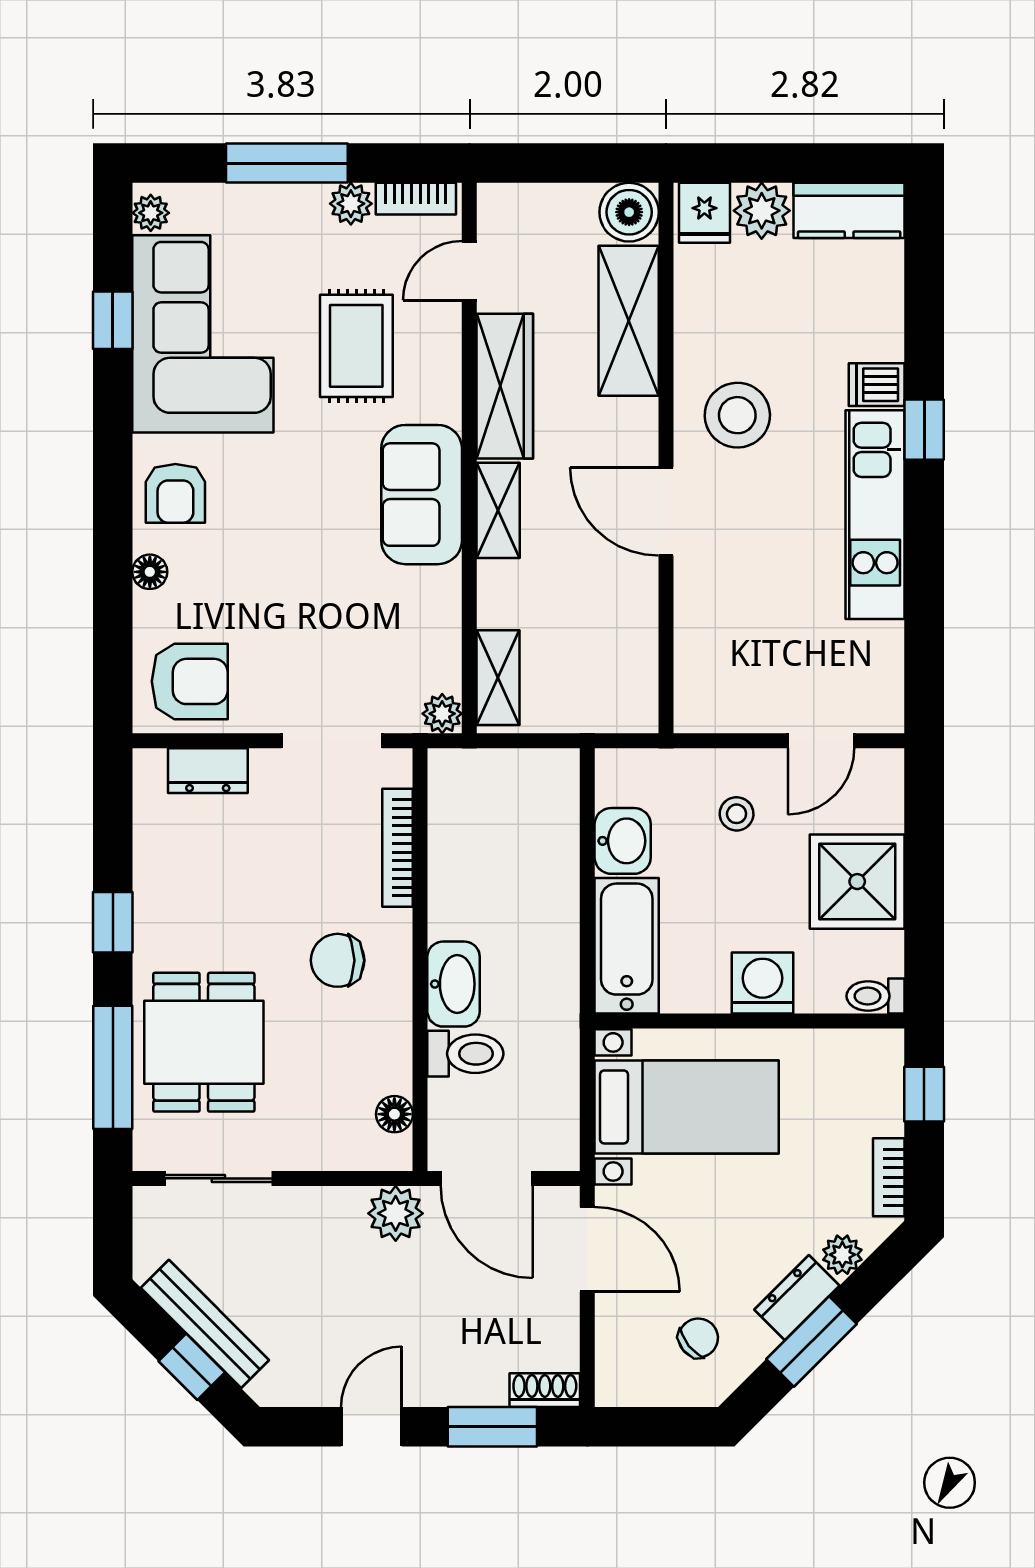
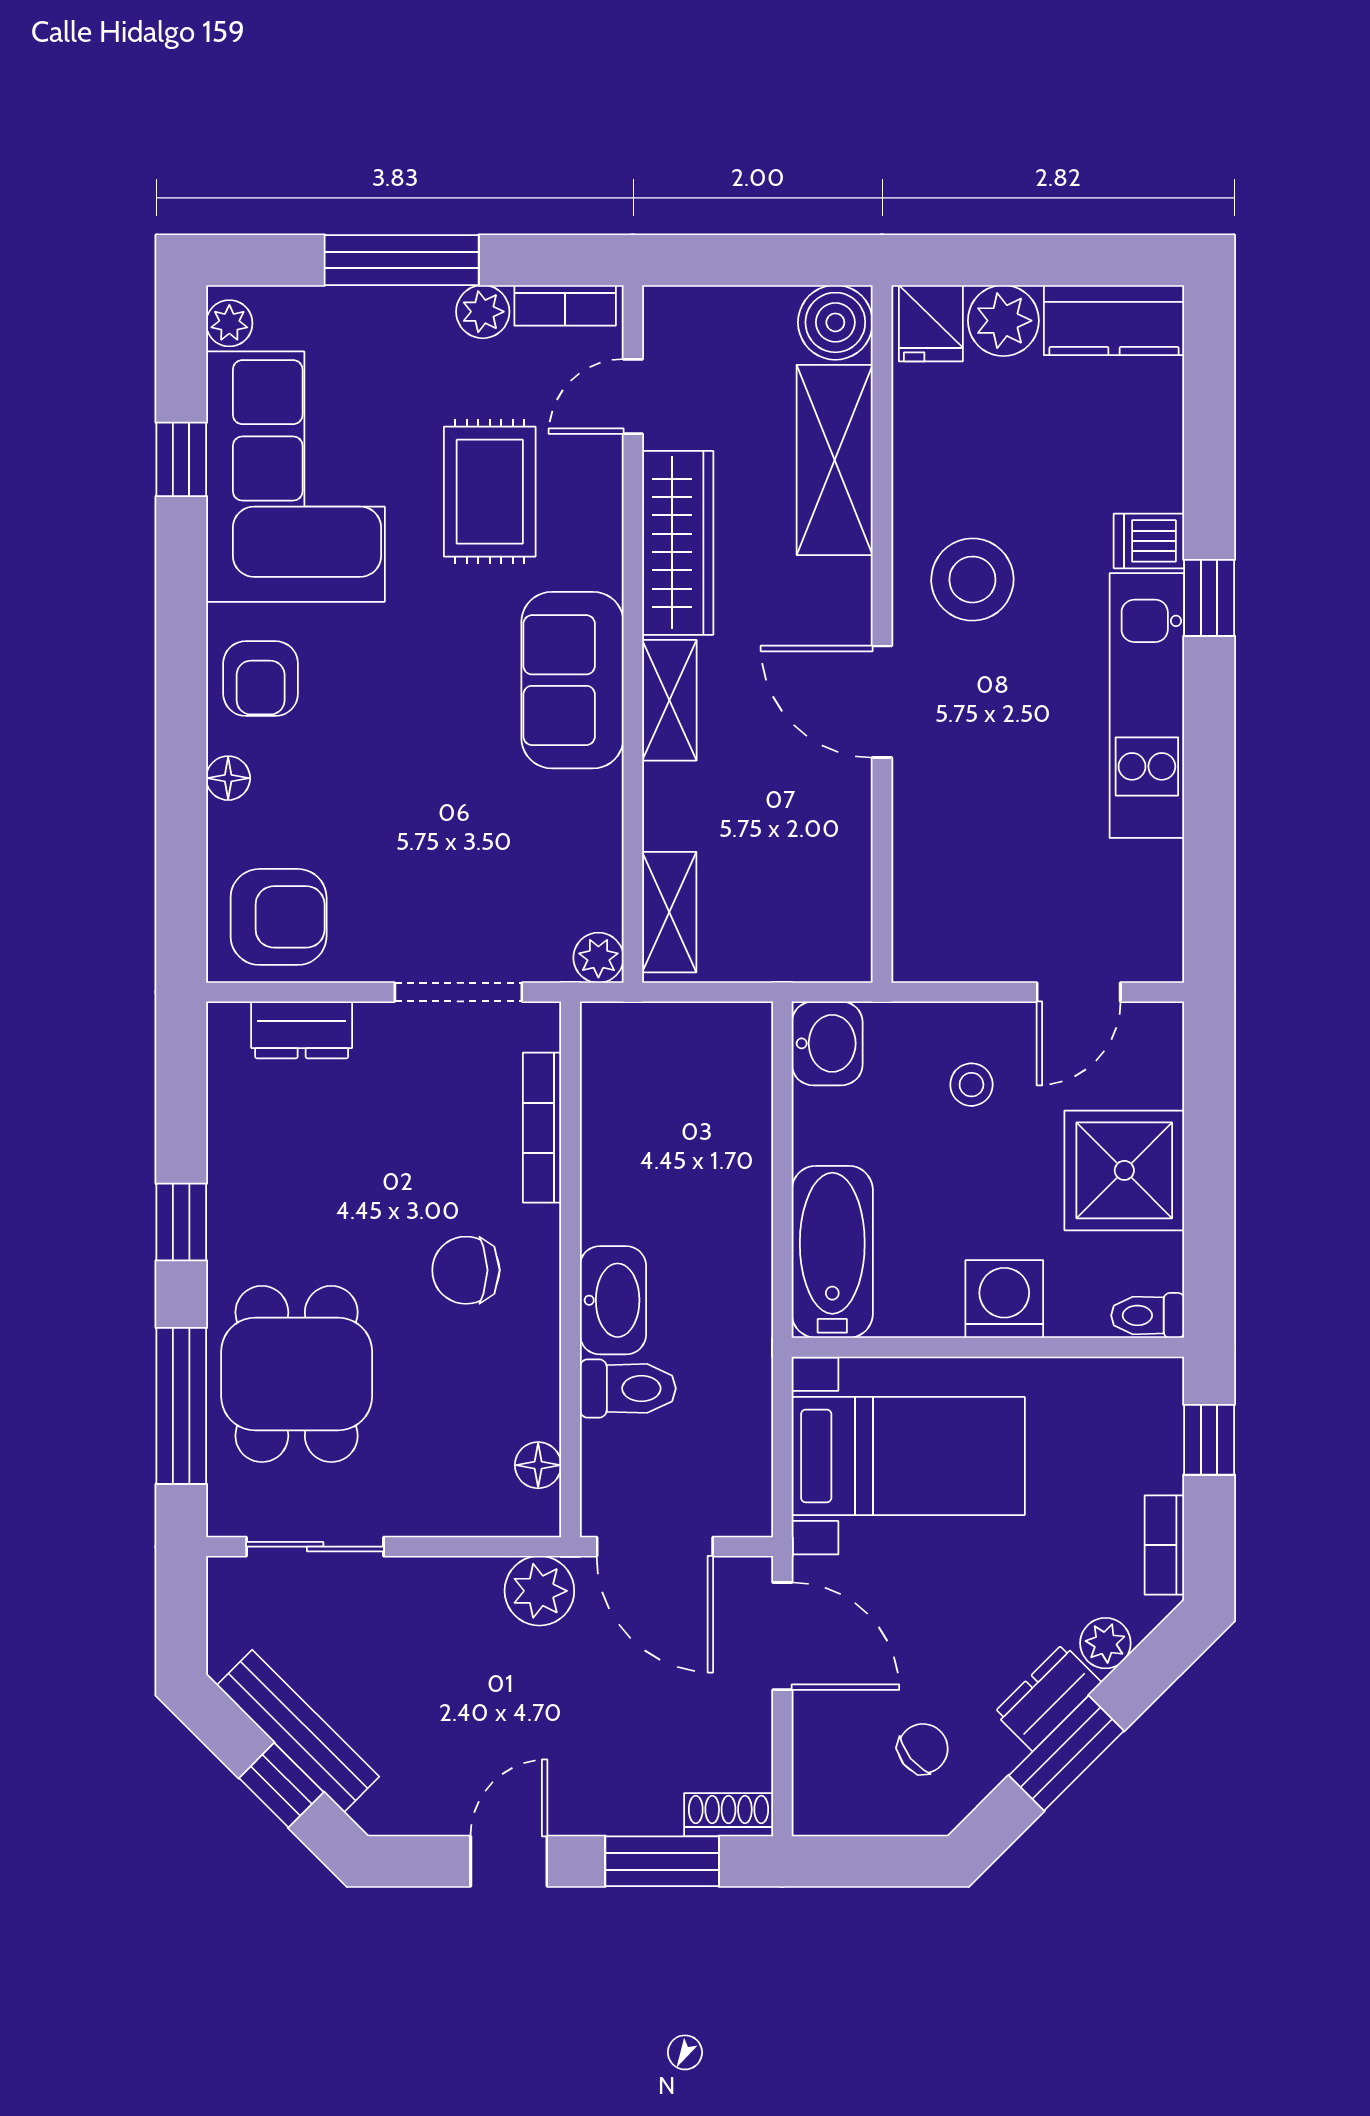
washbasin: (623, 841) -> (827, 1043), moved

